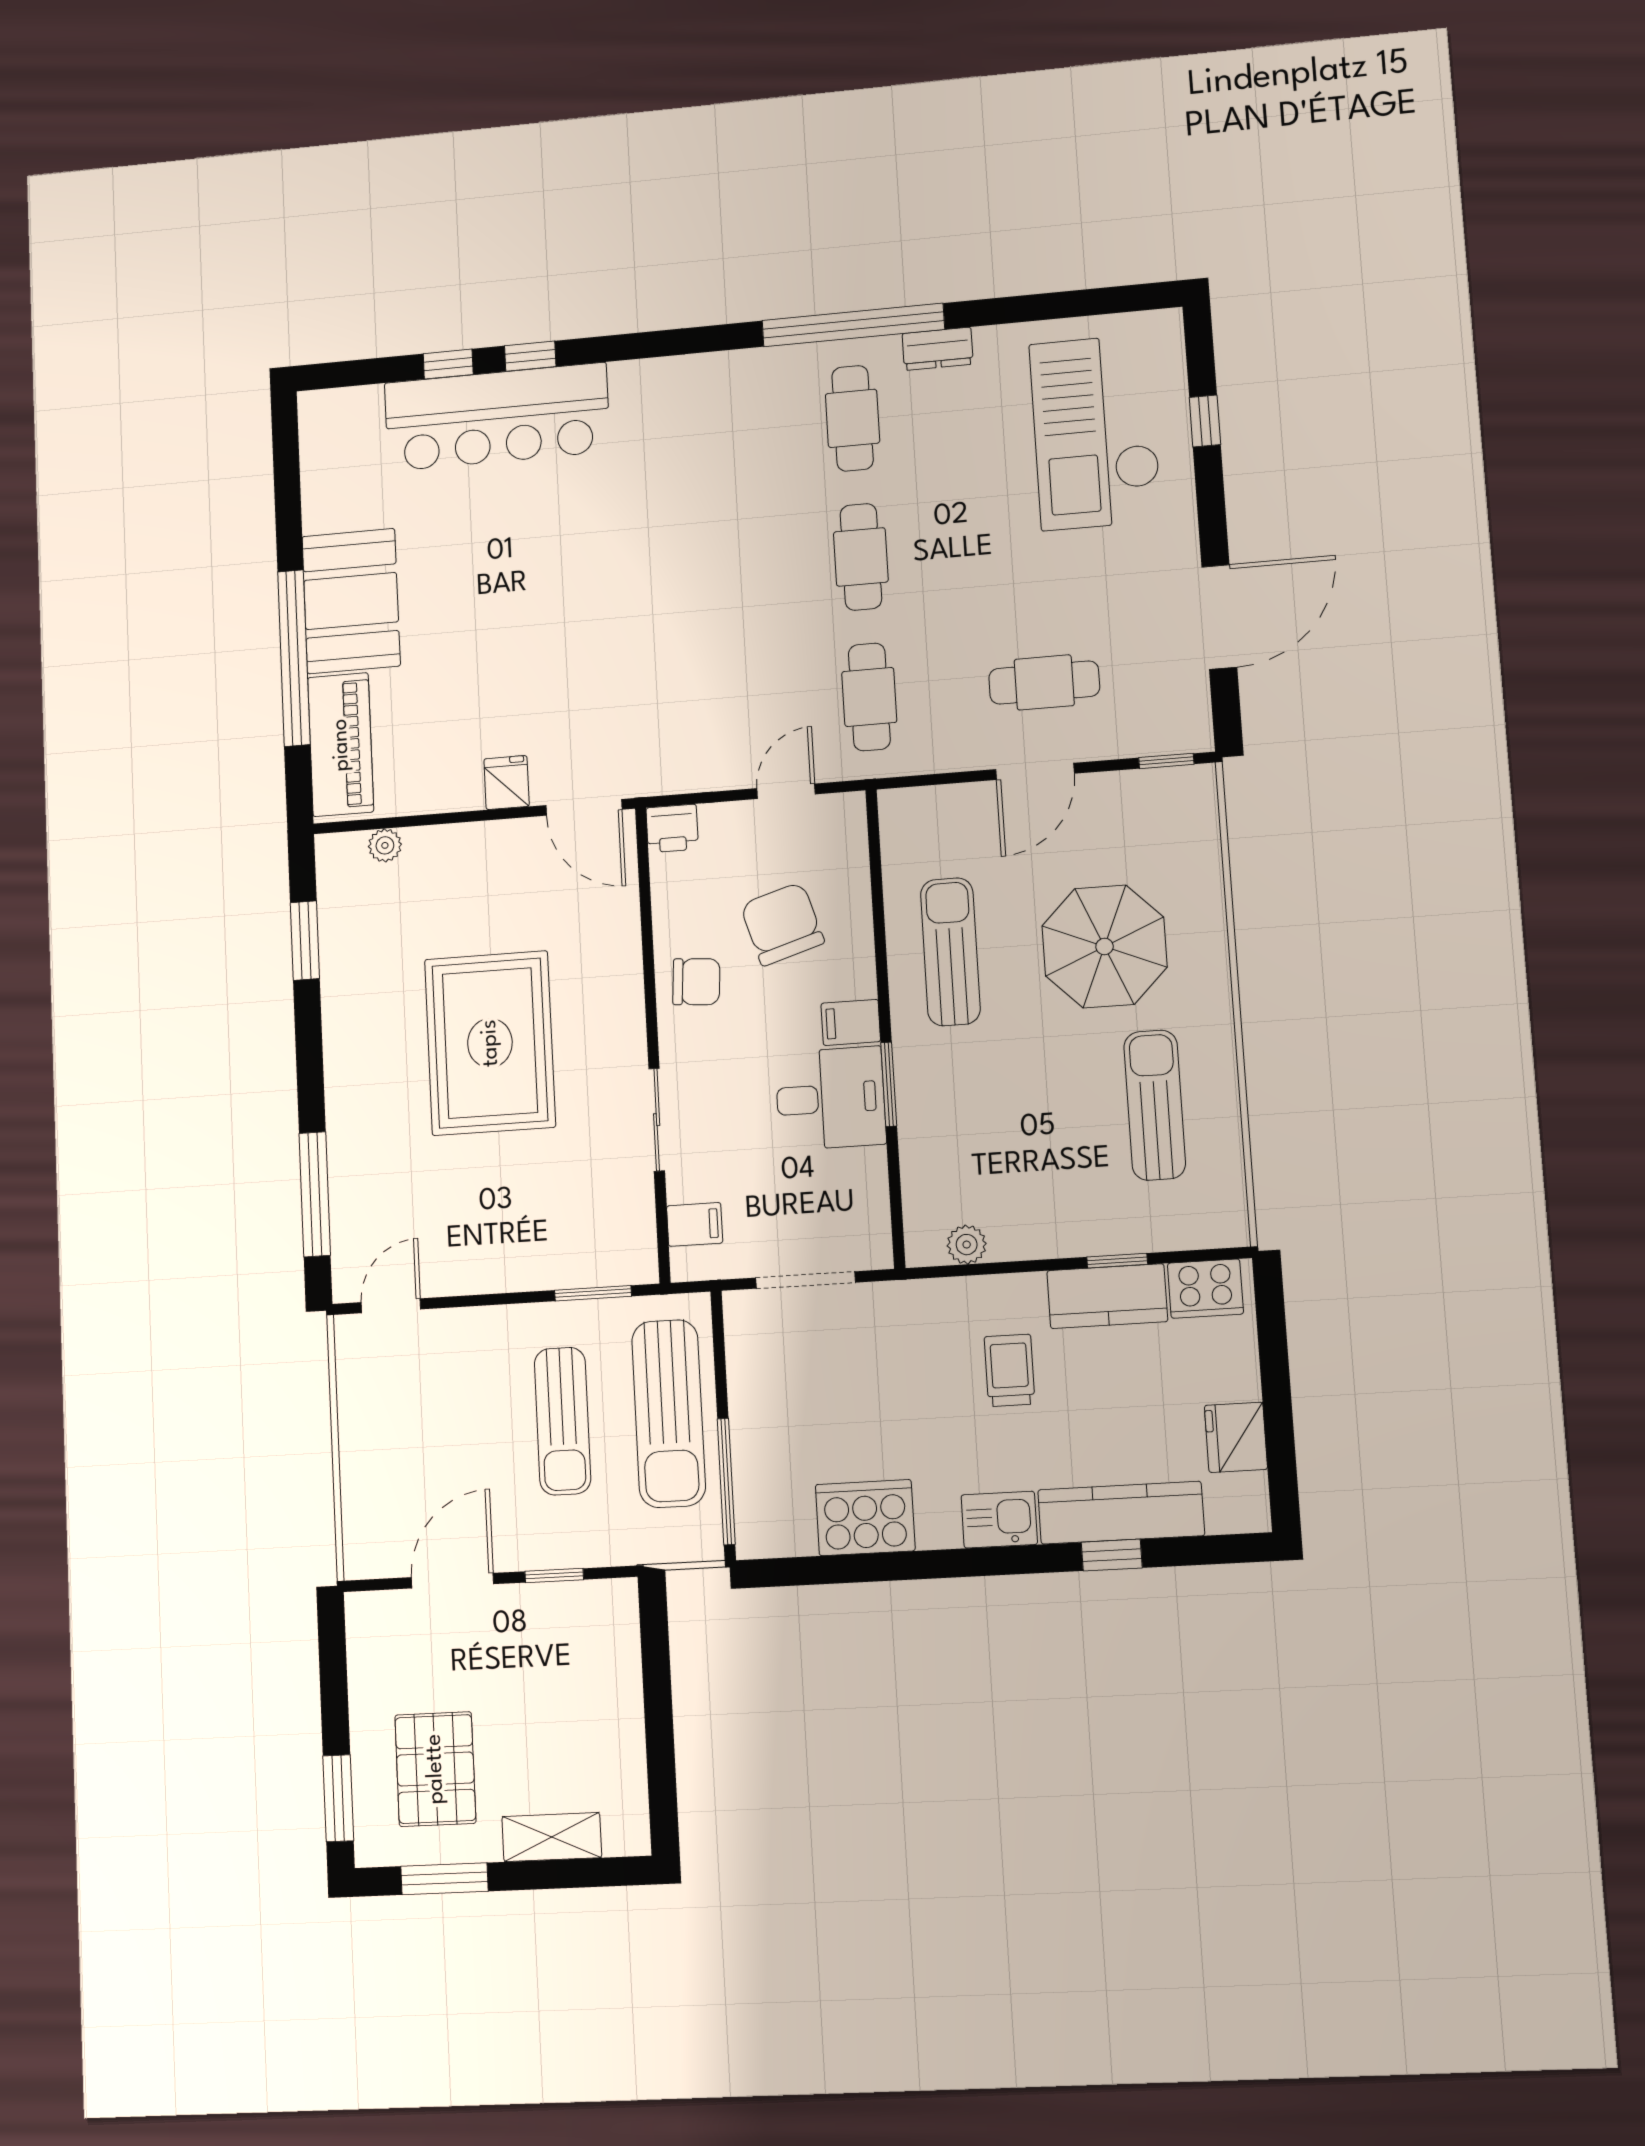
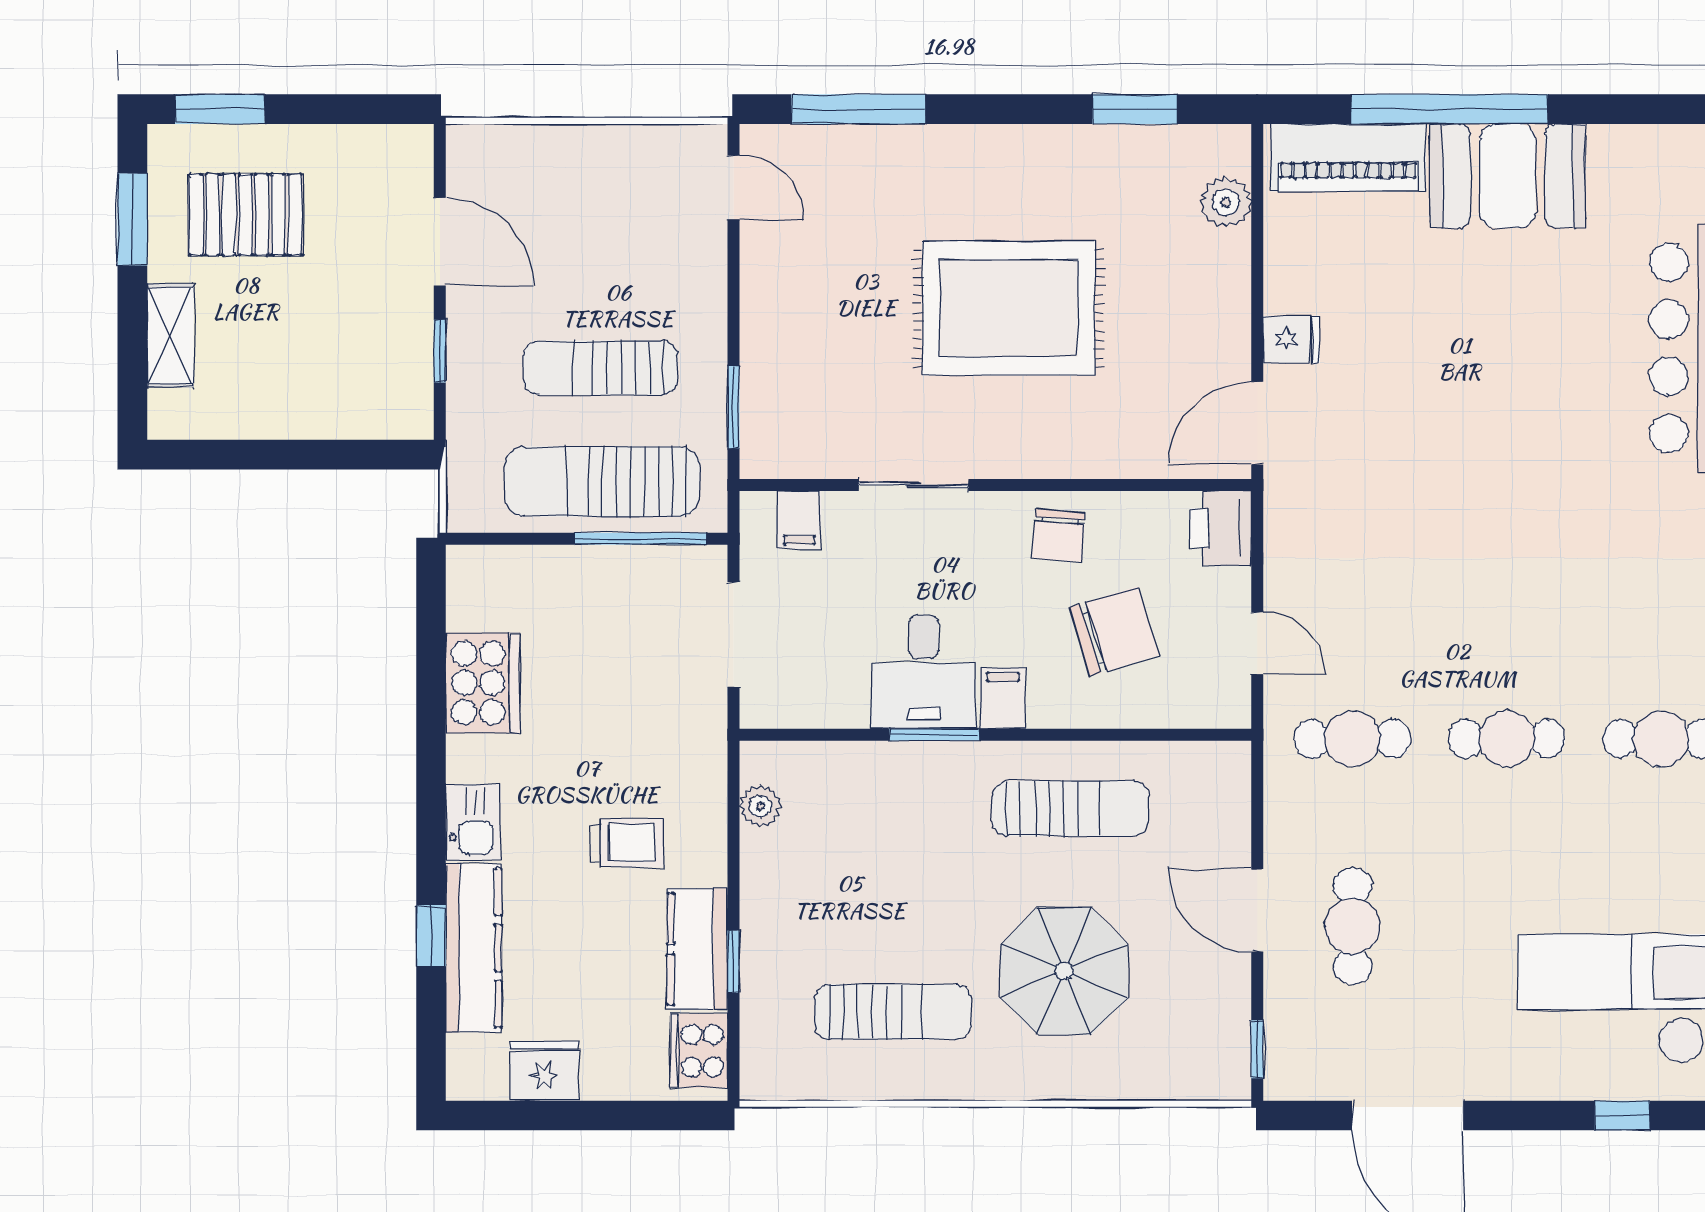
printer: (672, 828) -> (1221, 528), width x1.36, depth x1.24
plant: (385, 845) -> (1226, 202), width x1.38, depth x1.38
window: (726, 1482) -> (640, 539), moved

